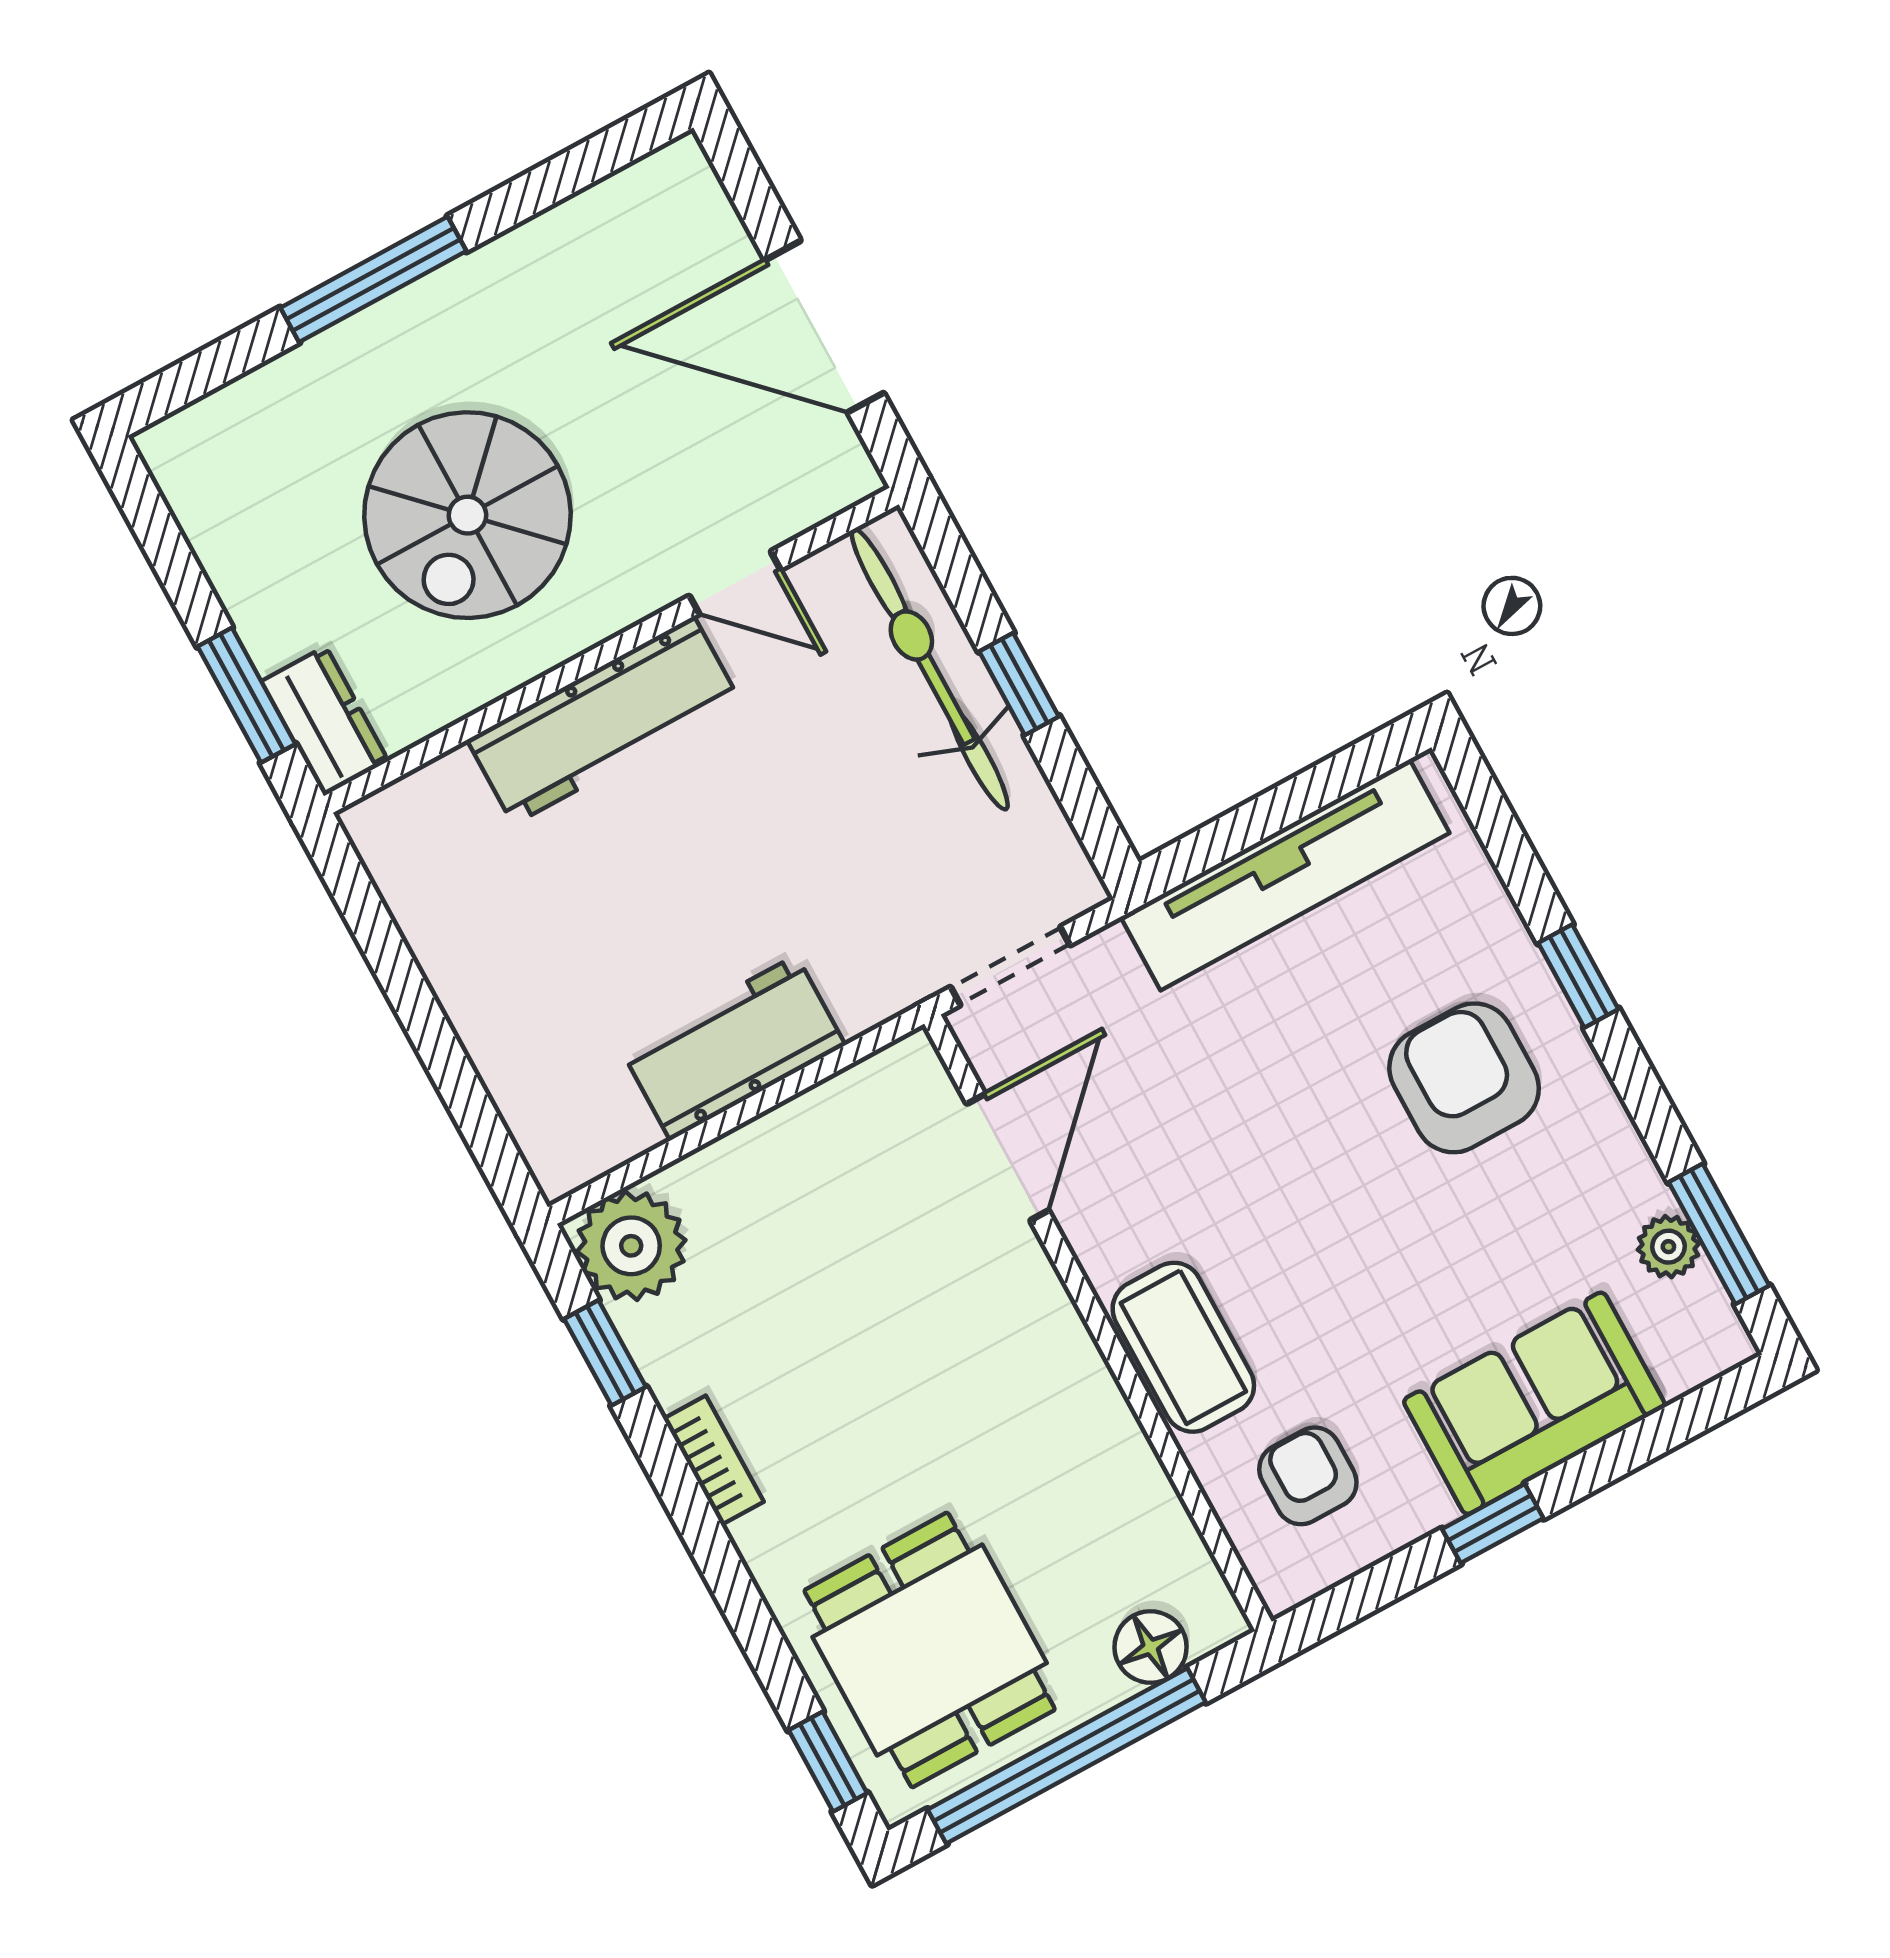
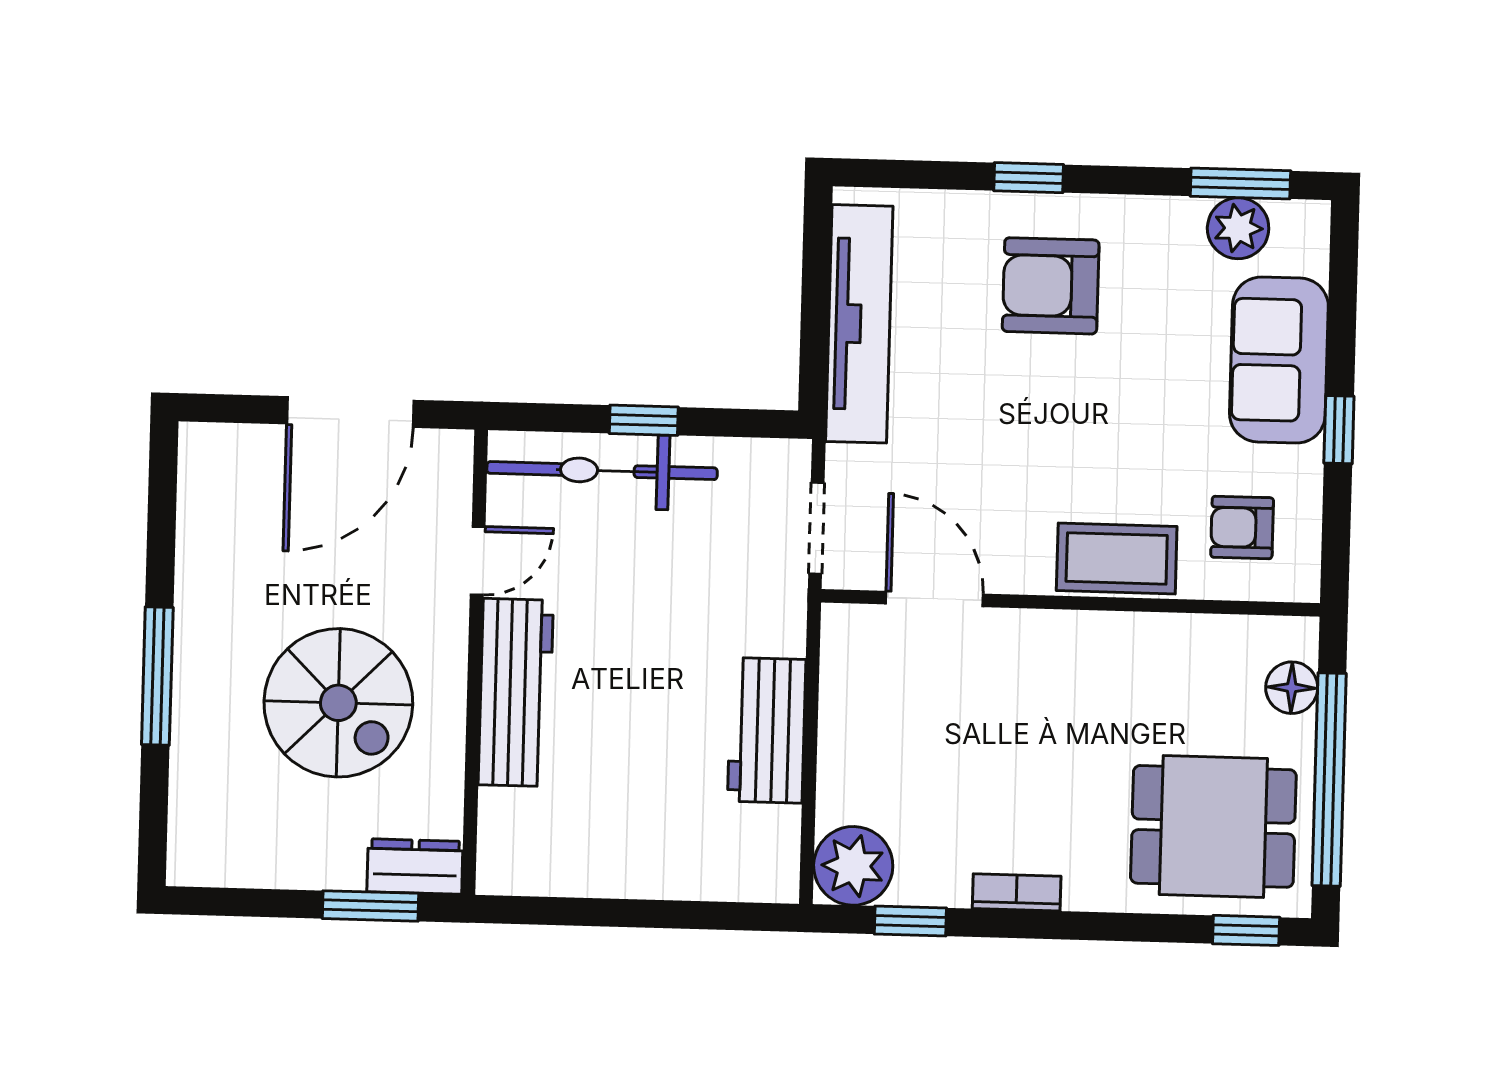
plant: (1668, 1247) -> (1238, 228), width x1.38, depth x1.38

